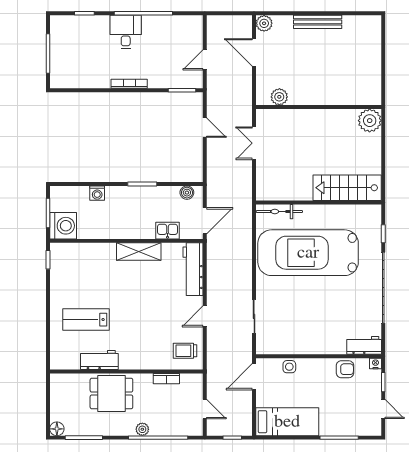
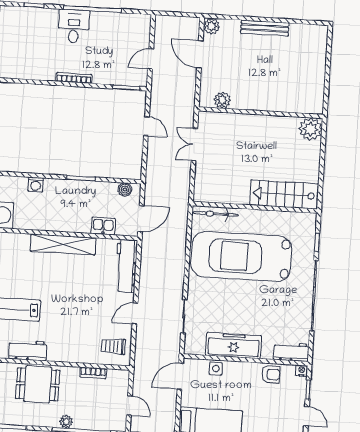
shelving: (139, 252) -> (63, 244), width x1.47
freezer: (306, 343) -> (234, 346), added

